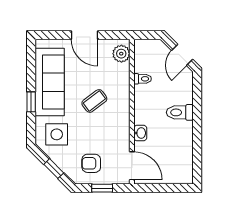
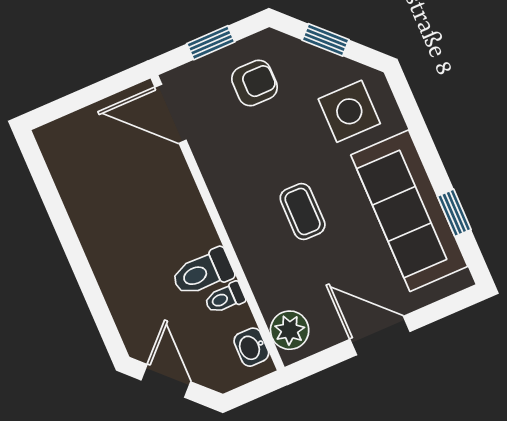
coffee table: (94, 101) -> (303, 211), turned -53
window: (31, 102) -> (454, 213), moved
toilet: (180, 112) -> (203, 272), moved, turned 180
washbasin: (140, 133) -> (251, 347), moved

